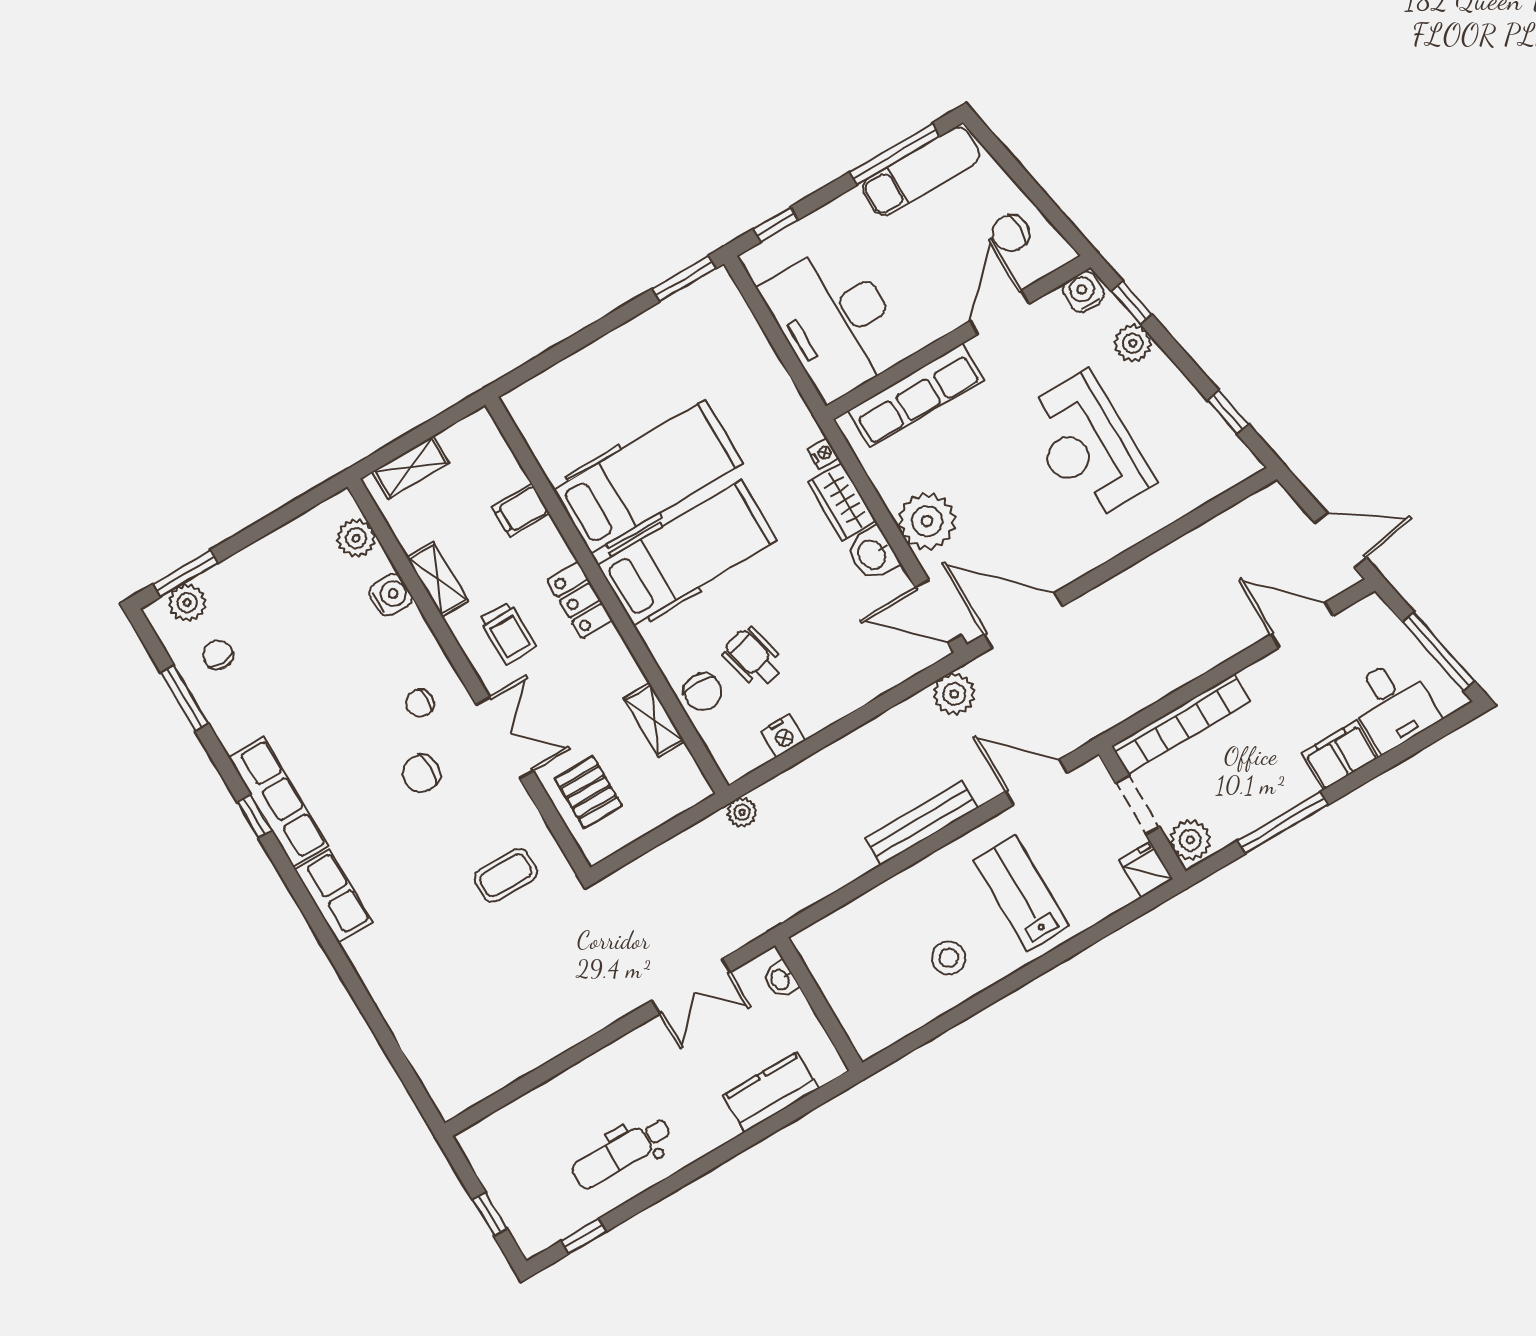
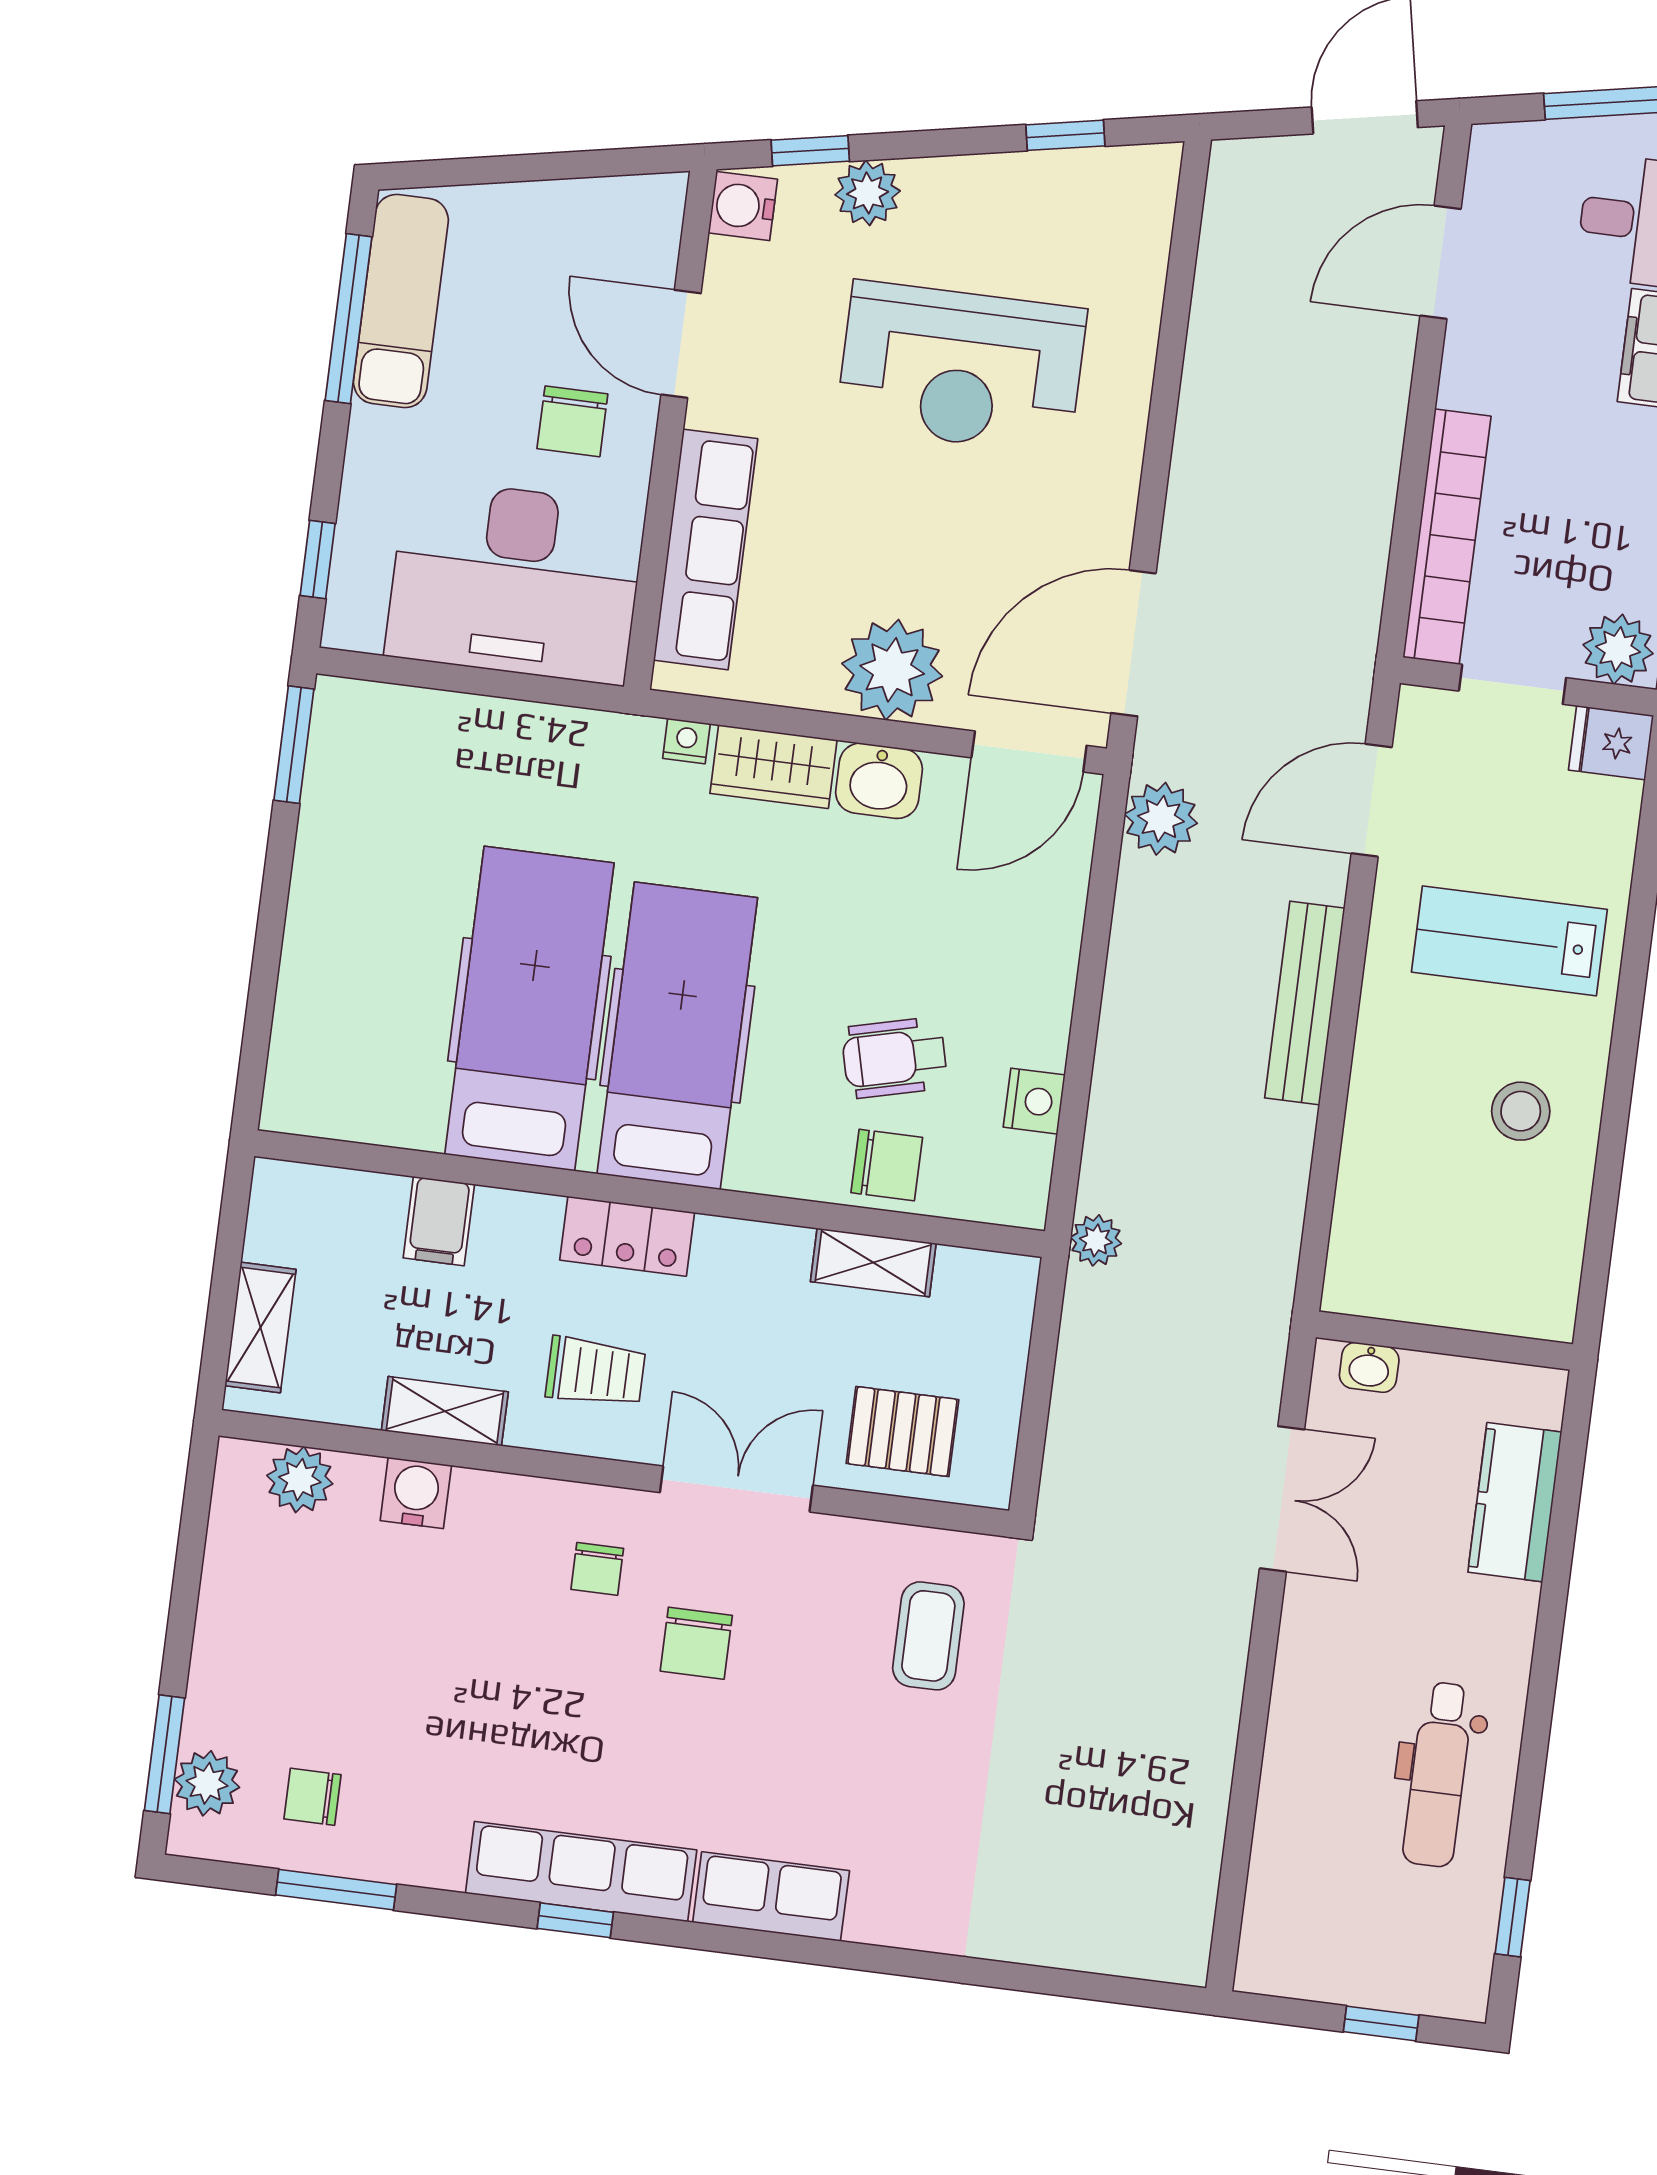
chair: (1011, 233) -> (572, 421), moved

